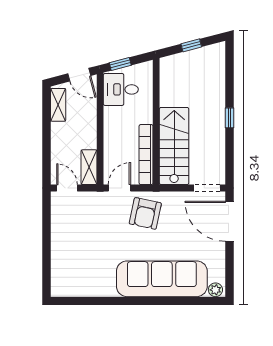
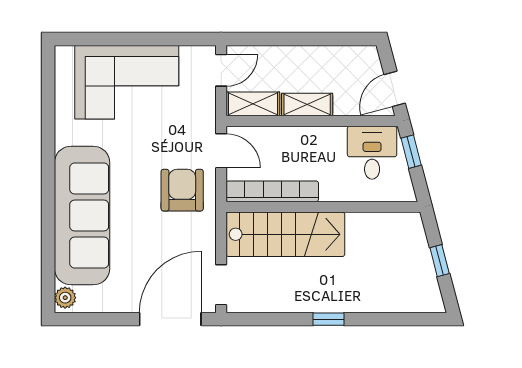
shelving: (58, 105) -> (307, 105), moved
armchair: (145, 213) -> (182, 190), turned 78
corner sofa: (75, 250) -> (127, 82), added

